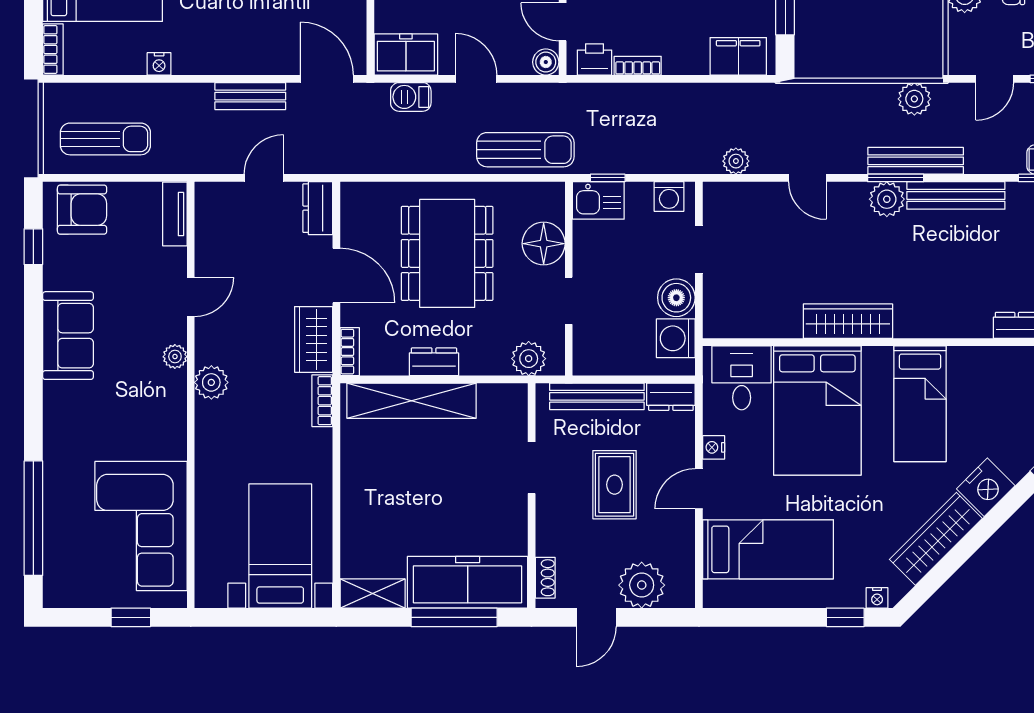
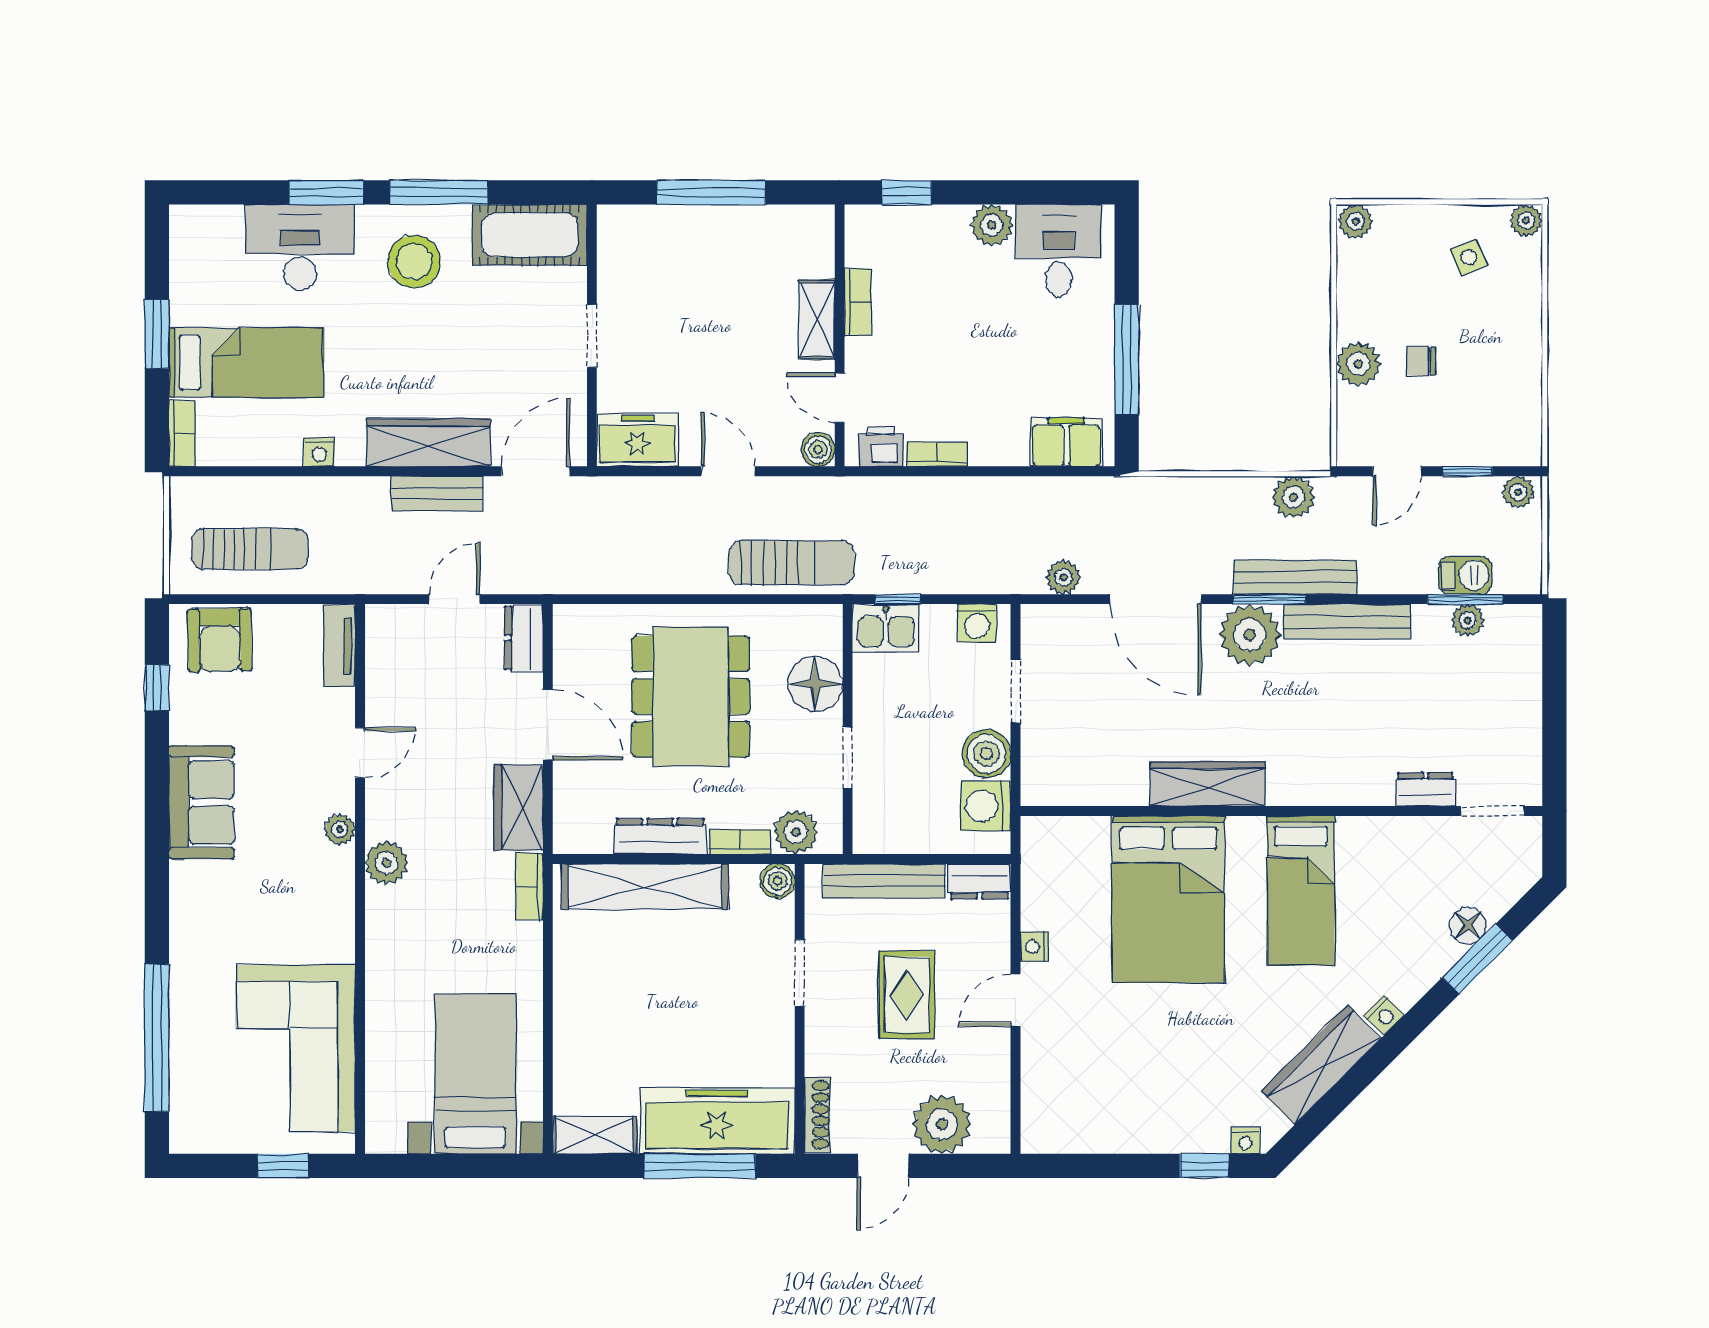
wardrobe: (244, 57) -> (428, 443), added
door: (327, 79) -> (536, 471), hinge flipped
barbecue: (411, 97) -> (644, 495), removed
door: (807, 178) -> (1156, 599), width x1.87
plant: (887, 199) -> (1250, 635), width x1.36, depth x1.36
armchair: (82, 210) -> (220, 640), turned 89
bookcase: (350, 352) -> (740, 842), moved, turned -90
dresser: (434, 362) -> (660, 836), width x1.44
desk: (742, 378) -> (1071, 857), removed
boiler: (514, 397) -> (778, 881), added
nightstand: (986, 487) -> (1384, 1015), width x0.53, depth x0.56
bed: (768, 549) -> (1105, 1078), removed
shoe rack: (545, 578) -> (817, 1115), width x1.43

